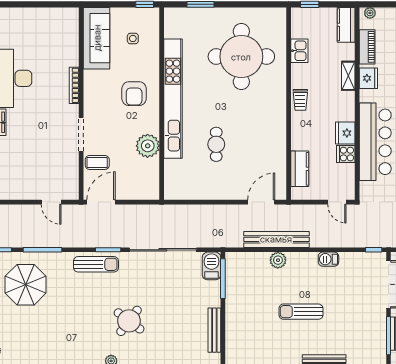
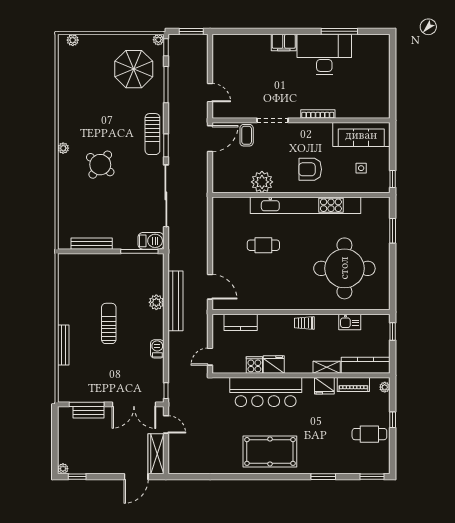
kitchen counter: (346, 25) -> (366, 365), width x1.50
door: (51, 202) -> (210, 93), swing flipped
door: (101, 202) -> (210, 139), hinge flipped

